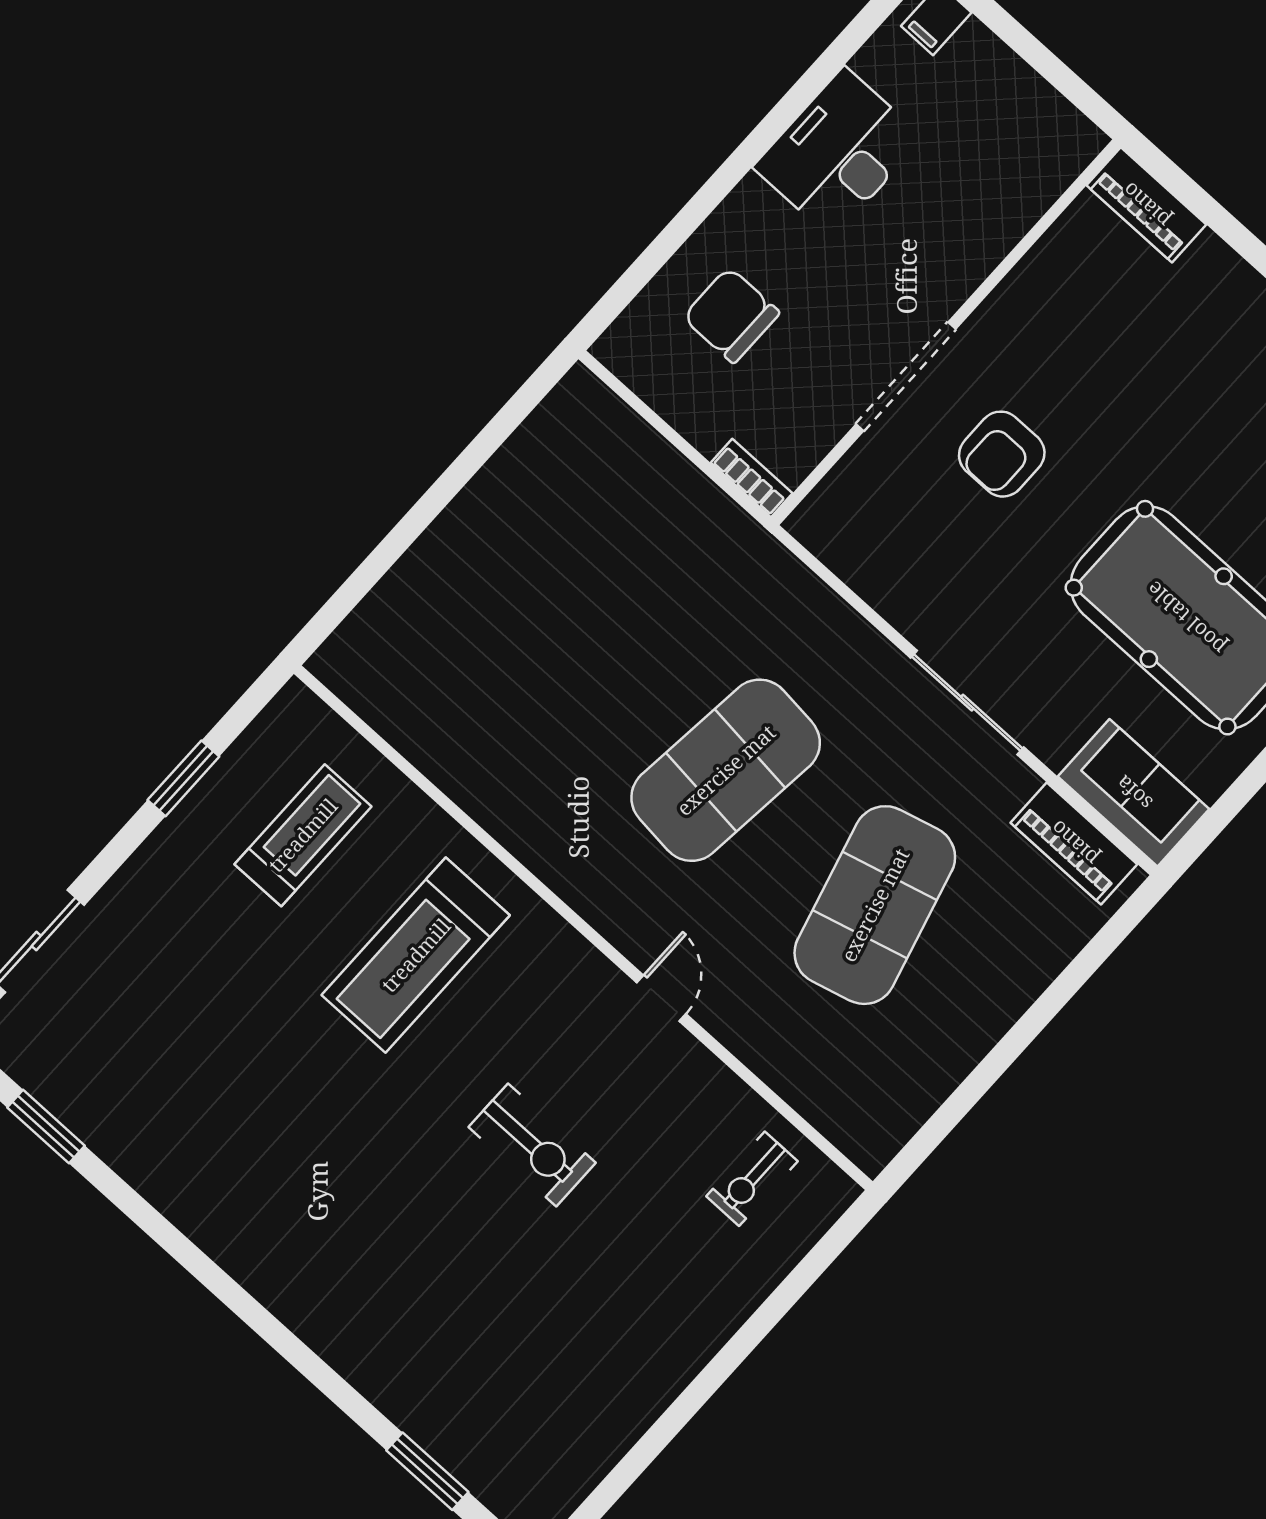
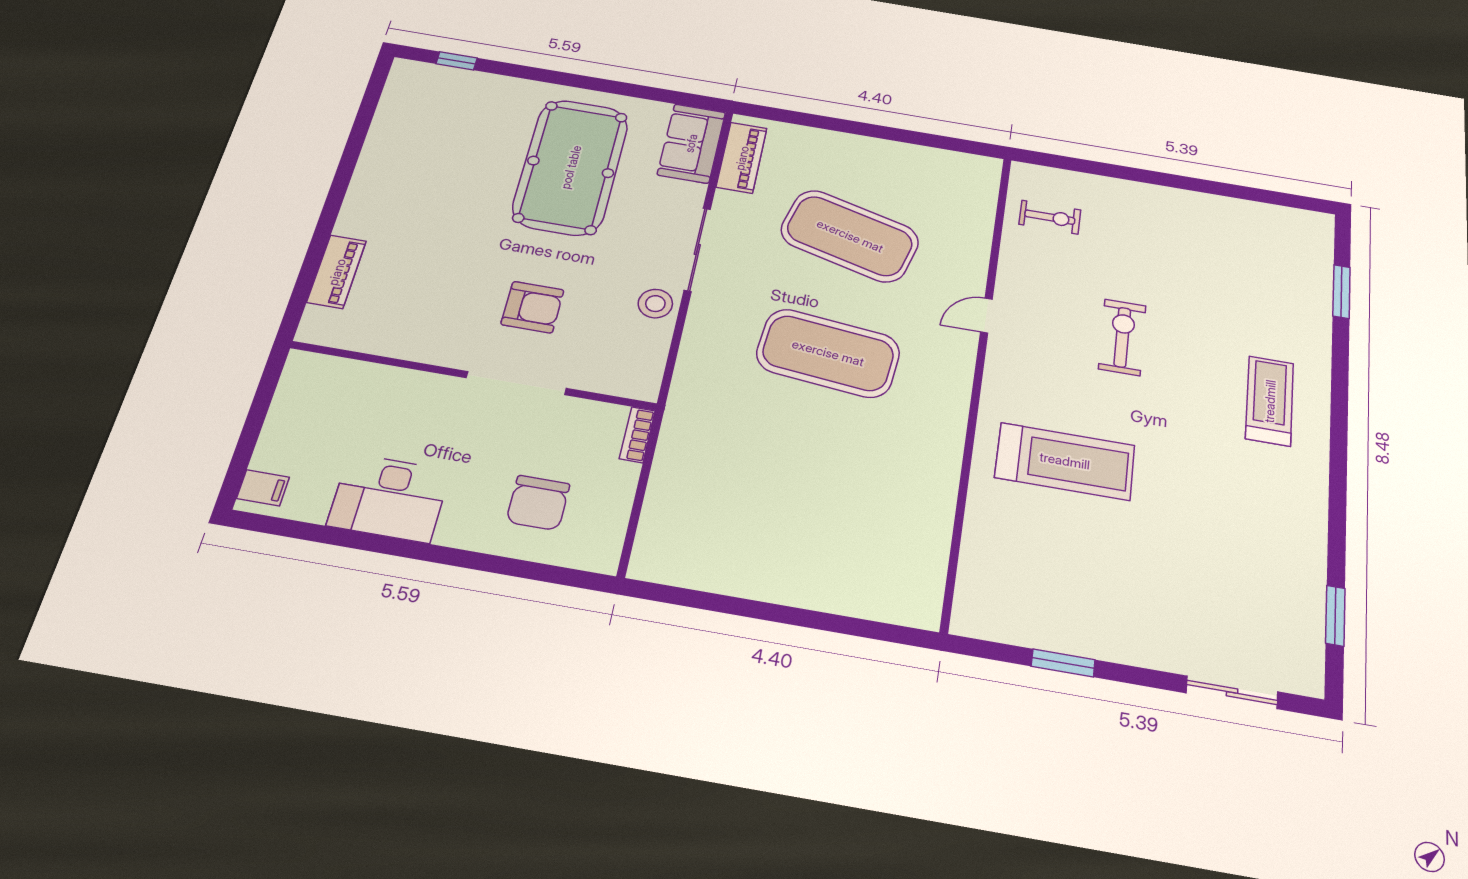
piano: (1146, 205) -> (337, 272), moved
stool: (919, 605) -> (655, 304), added
treadmill: (303, 835) -> (1270, 401), moved, turned 90
exercise mat: (875, 905) -> (850, 236), turned 30

